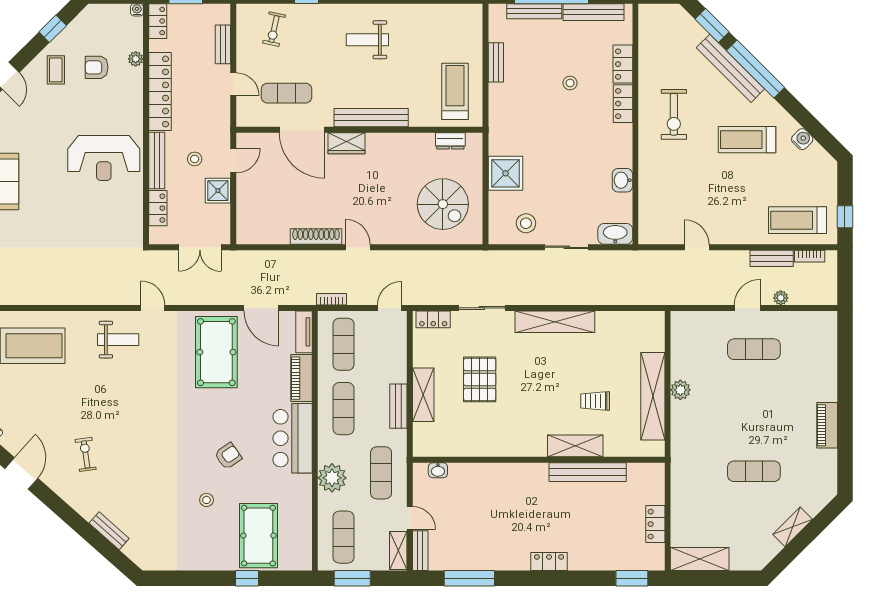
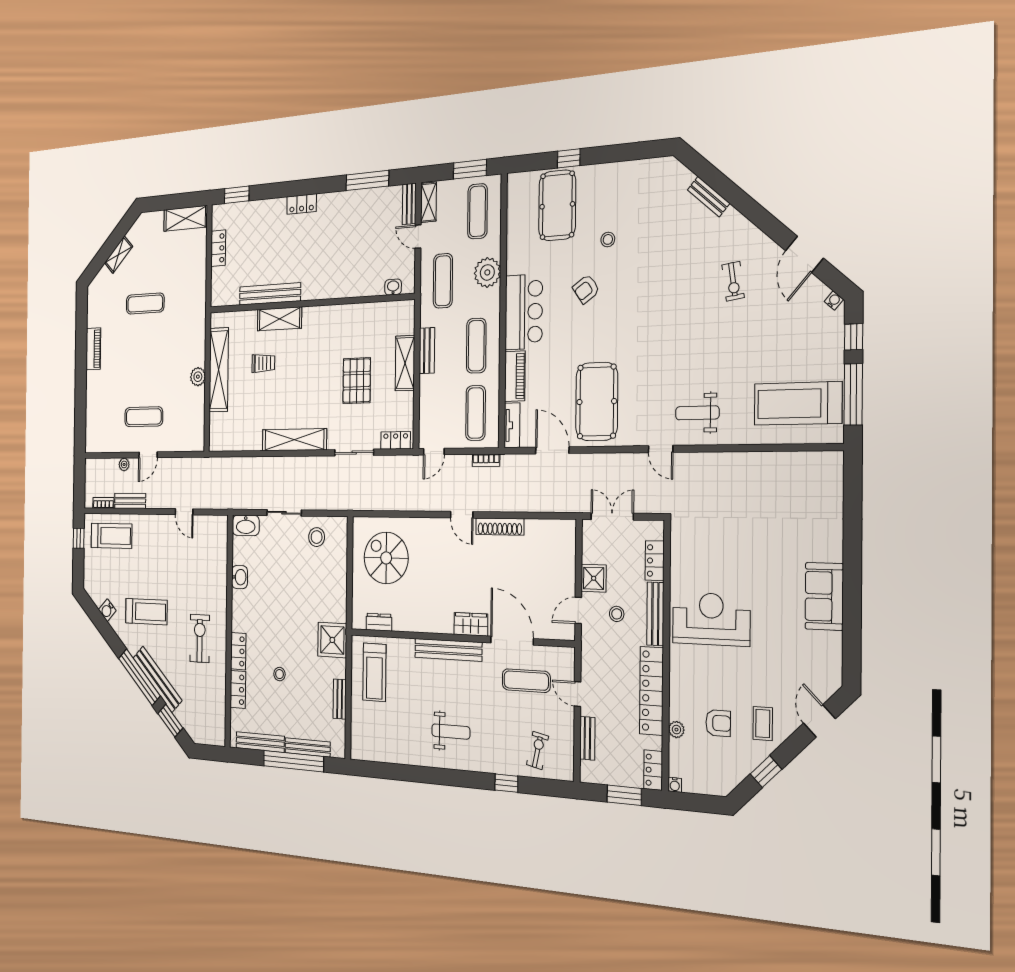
shower: (506, 173) -> (332, 640), moved

